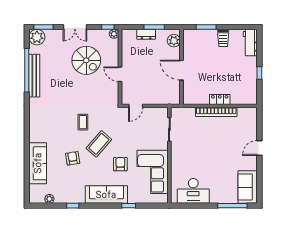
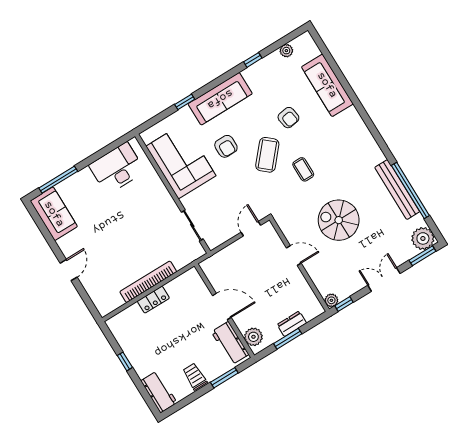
workbench: (190, 45) -> (230, 343), added
spiral stairs: (86, 60) -> (339, 220), moved

